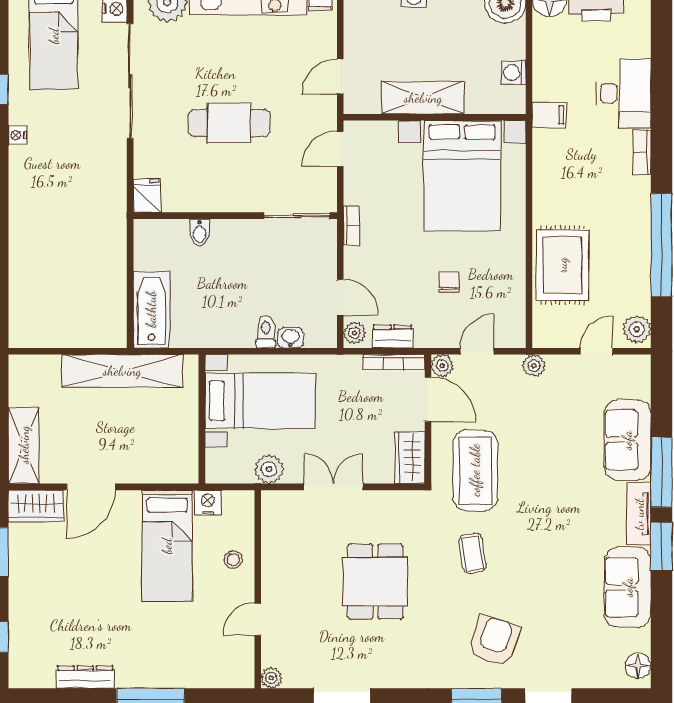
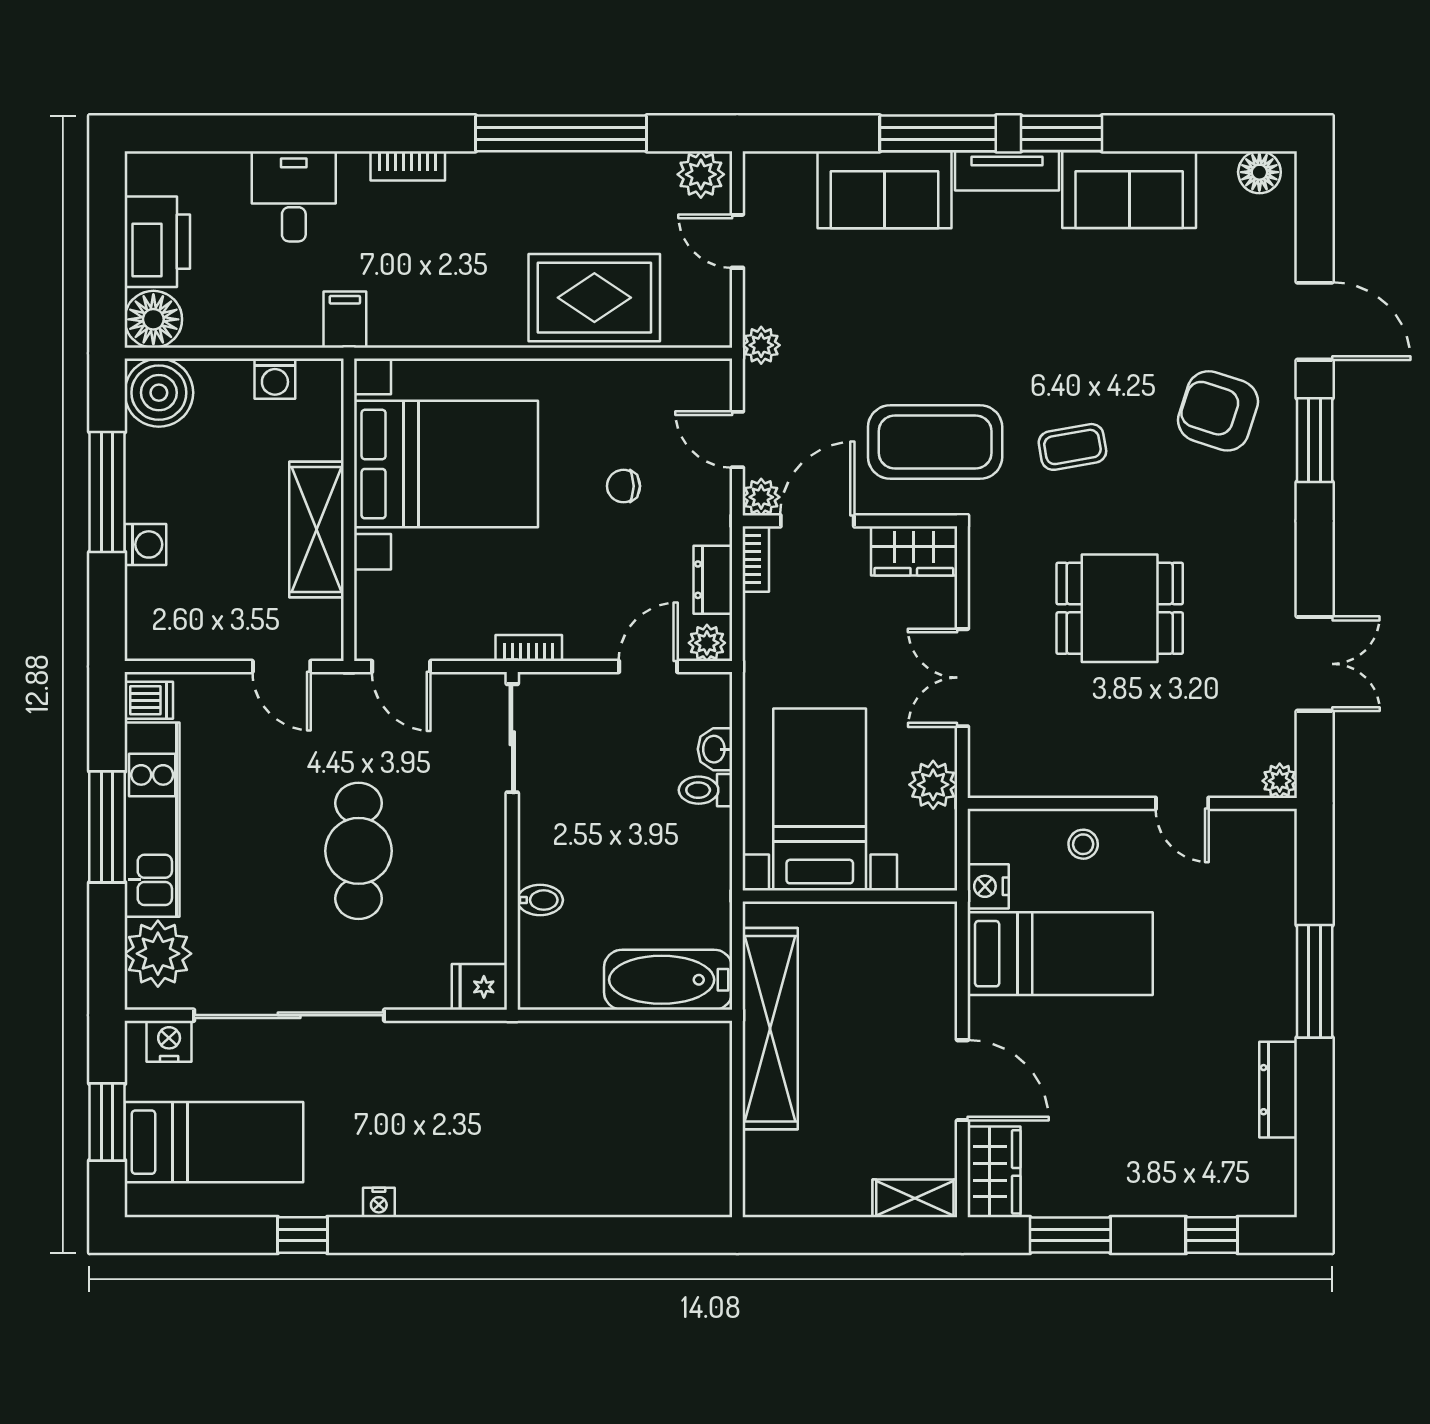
desk: (624, 93) -> (294, 196), width x0.73
bookcase: (394, 362) -> (756, 559), width x0.64
shelving: (24, 445) -> (915, 1198), width x0.67, depth x0.75

